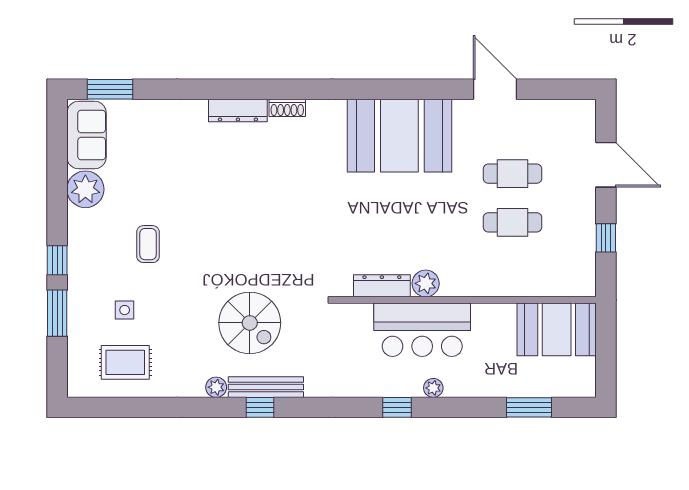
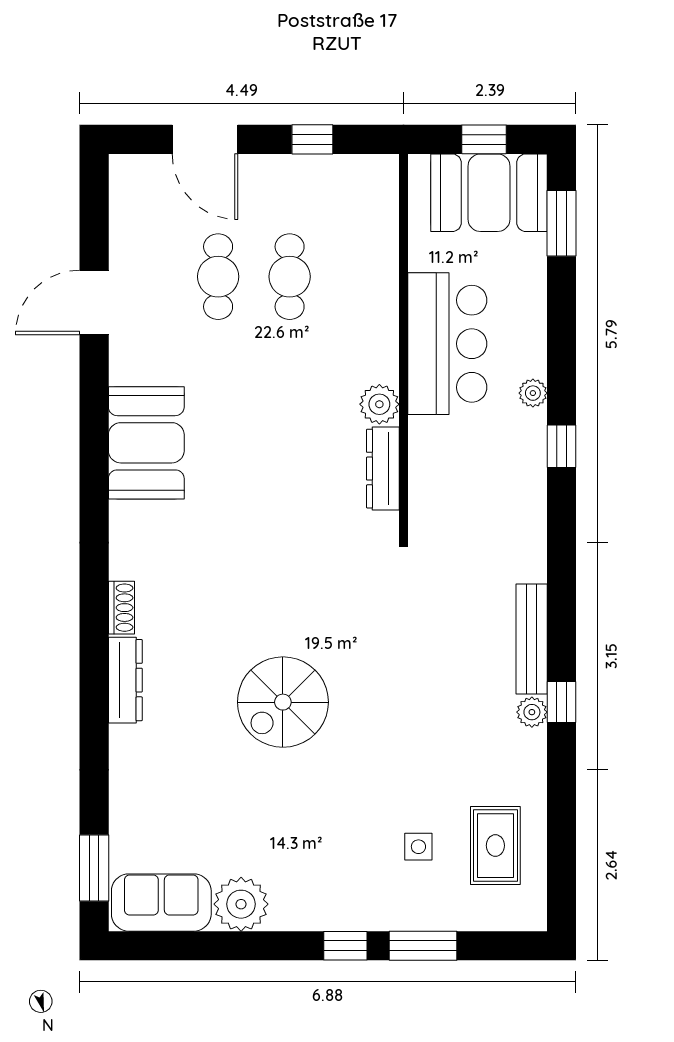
booth: (399, 136) -> (146, 443), width x0.73, depth x0.70
door: (606, 165) -> (205, 139), swing flipped
coffee table: (148, 244) -> (322, 812), removed
spiral stairs: (250, 323) -> (283, 702), moved, turned 180
booth: (557, 329) -> (489, 193), moved, turned 90
bar counter: (422, 330) -> (447, 344), moved
window: (606, 355) -> (484, 139), added
window: (260, 407) -> (561, 702), moved
window: (529, 407) -> (561, 223), moved

